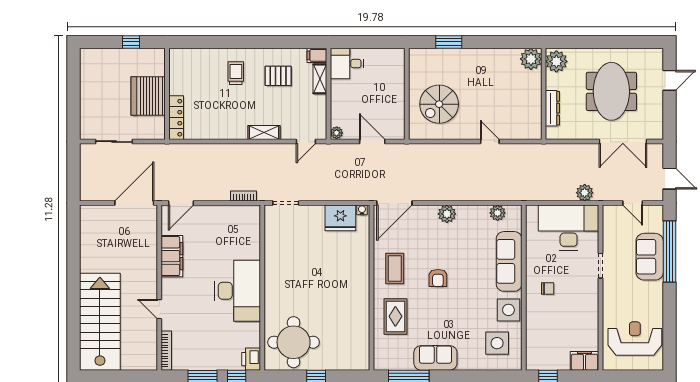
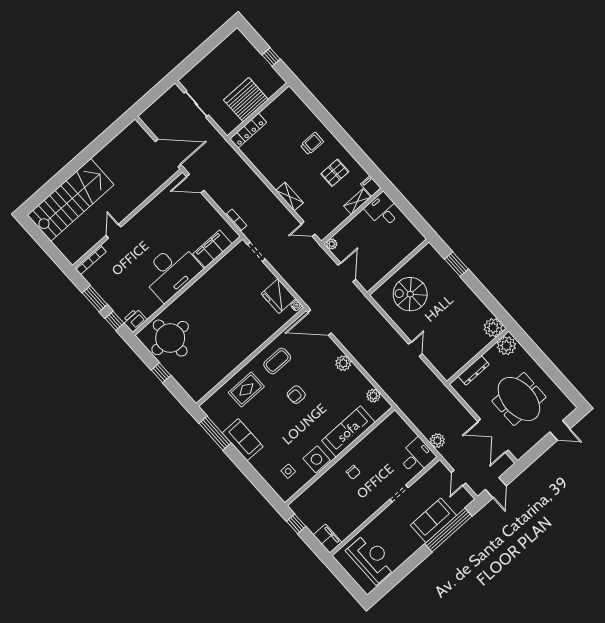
pallet: (278, 76) -> (335, 173), turned 90
meeting table: (611, 91) -> (519, 399), turned 90
desk: (569, 227) -> (417, 457), width x0.53, depth x0.77
filing cabinet: (172, 256) -> (212, 249), moved, turned 180
side table: (497, 343) -> (288, 471), width x0.54, depth x0.54

